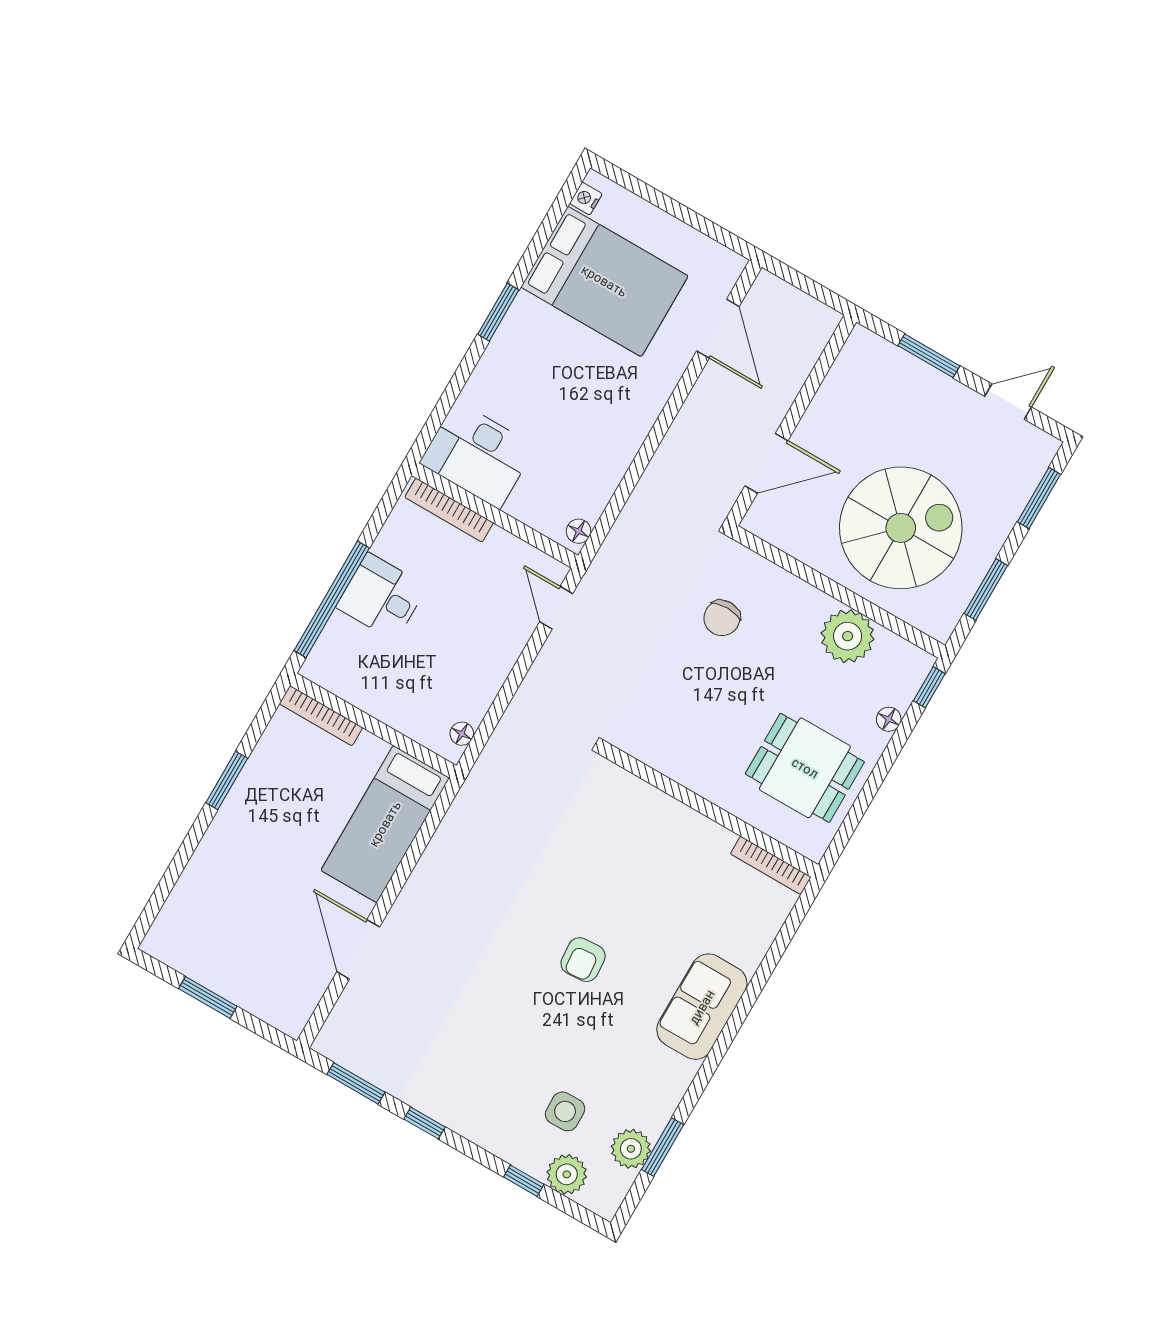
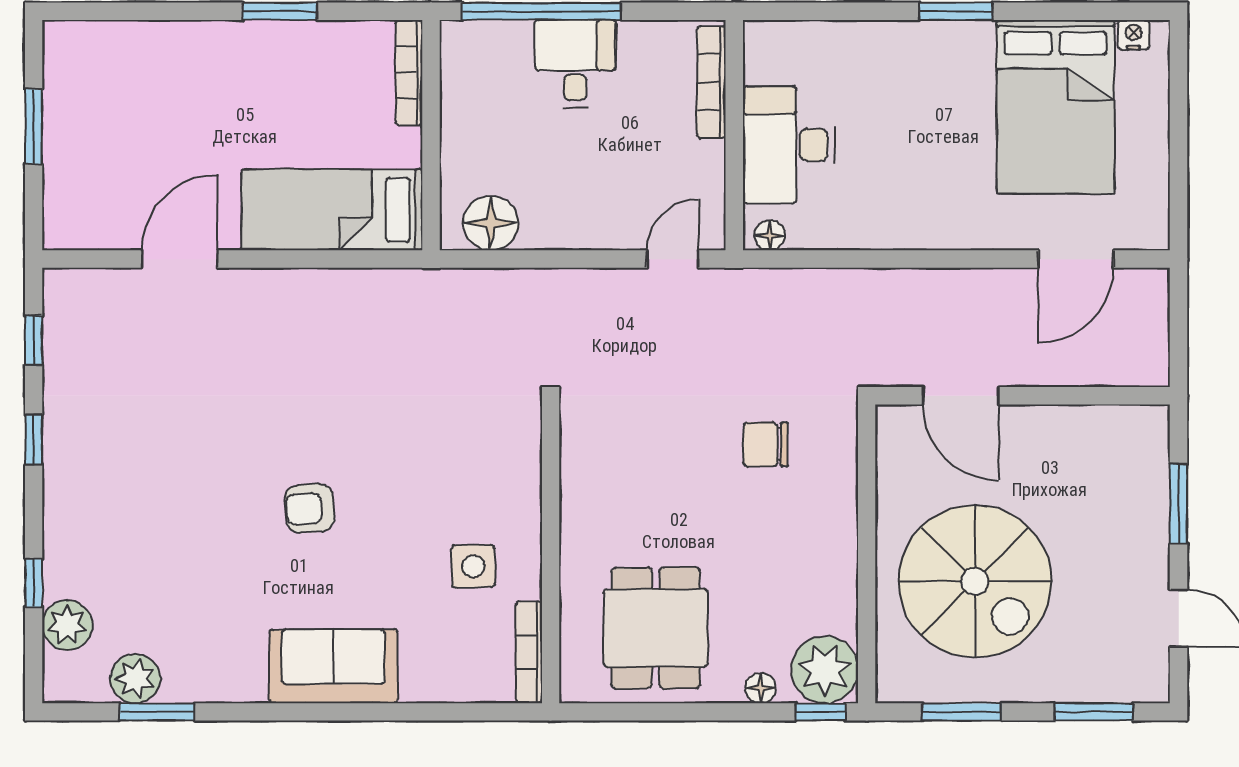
desk: (478, 455) -> (789, 145), moved
plant: (848, 636) -> (825, 670), moved
floor lamp: (462, 734) -> (491, 223), width x1.89, depth x1.89
window: (356, 1083) -> (34, 340), width x0.67
side table: (565, 1111) -> (473, 566), moved

